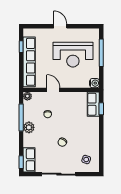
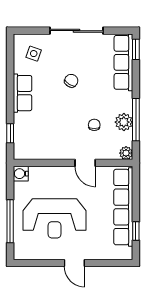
reception desk: (73, 55) -> (54, 218), turned 180
row of seats: (93, 104) -> (22, 93), moved
plant: (29, 127) -> (124, 122), moved
row of seats: (29, 160) -> (123, 62), width x1.48

